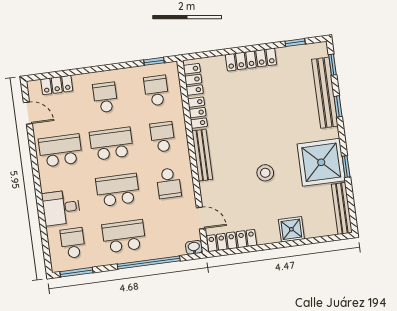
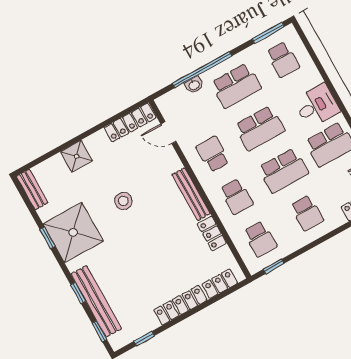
locker: (193, 79) -> (220, 284), moved, turned 90
desk: (61, 208) -> (317, 106), moved
bench: (342, 208) -> (32, 190), width x0.73
washbasin: (194, 247) -> (194, 85), moved

